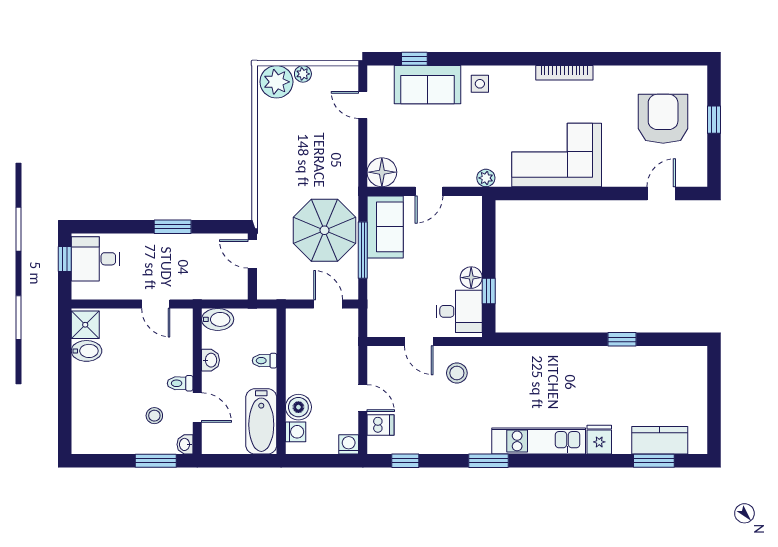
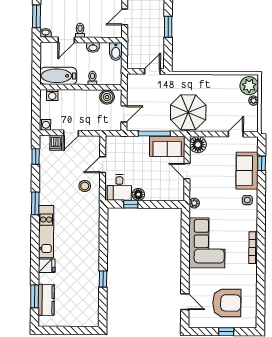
parasol: (325, 230) -> (188, 112), moved
boiler: (298, 407) -> (107, 97), moved
stool: (154, 416) -> (62, 16), removed

